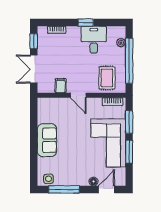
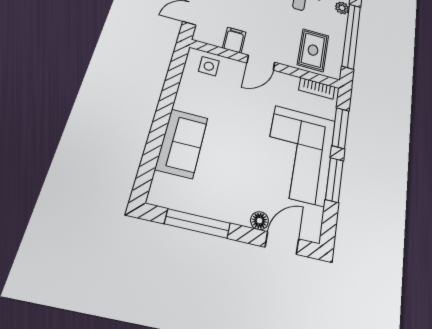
door: (78, 95) -> (261, 63), hinge flipped
sofa: (47, 140) -> (182, 143), moved
side table: (48, 179) -> (209, 66), moved

